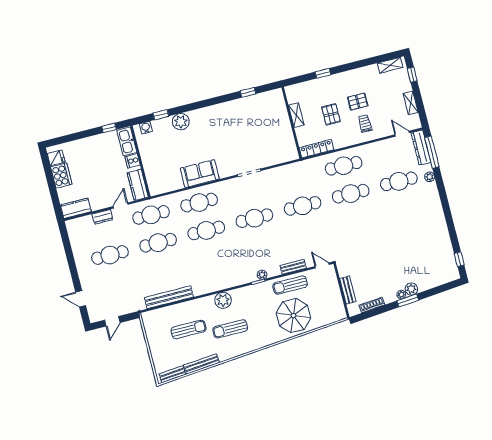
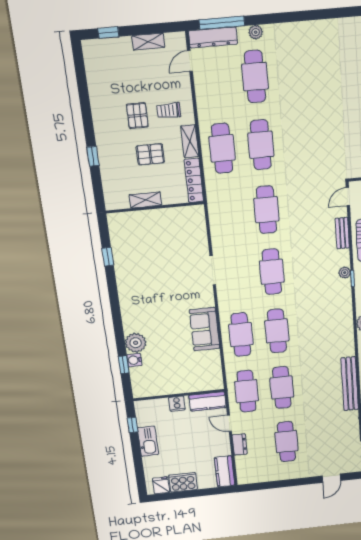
shelving: (390, 65) -> (190, 141), moved
water cooler: (146, 128) -> (134, 360), moved
kitchen sink: (127, 141) -> (148, 441), moved, turned -90

